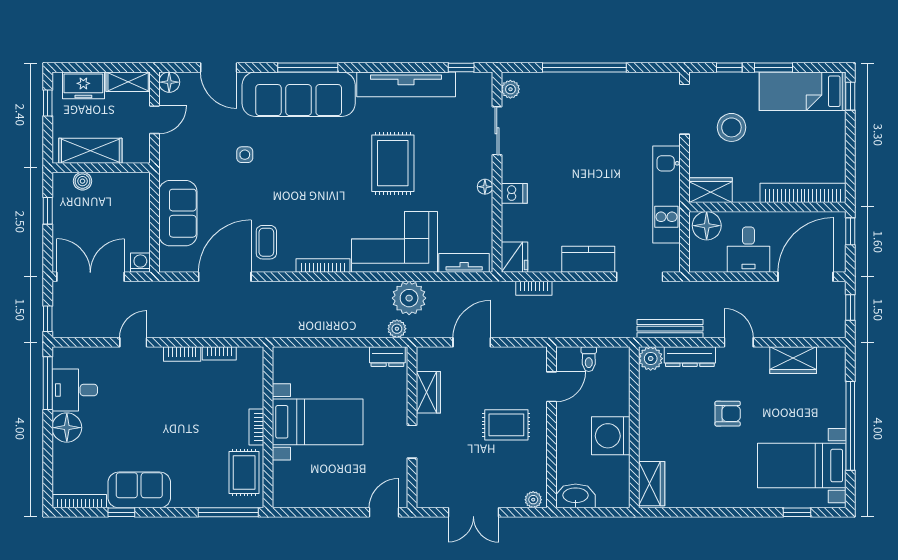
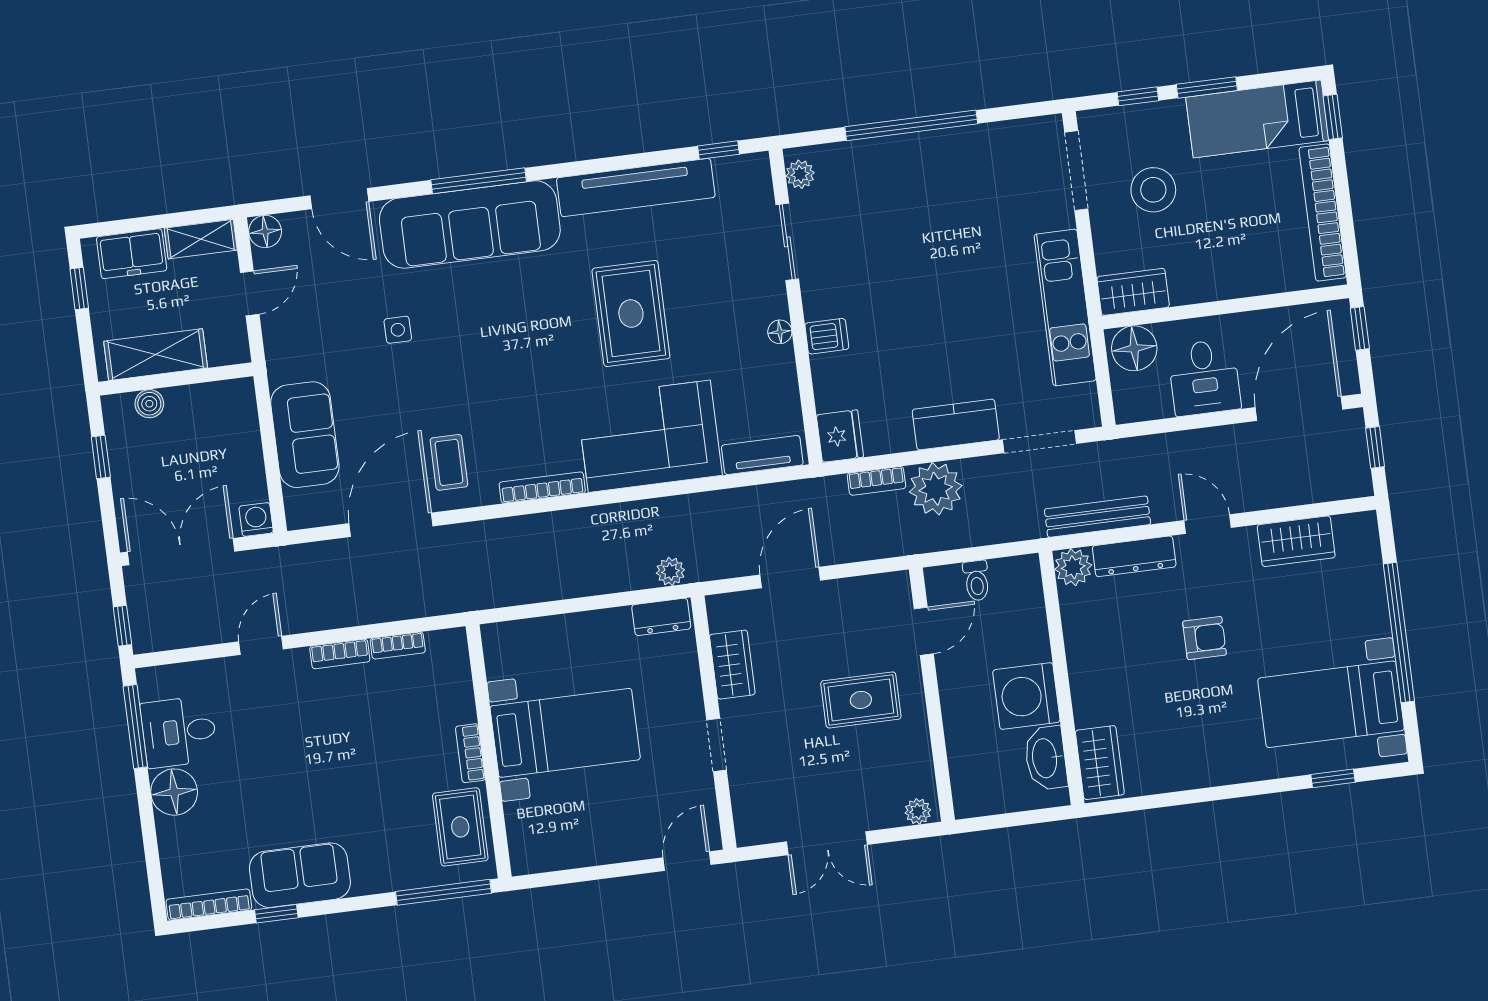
bookcase: (803, 193) -> (1323, 212), moved, turned -90
plant: (409, 298) -> (936, 489), moved
washbasin: (576, 496) -> (1046, 758), moved, turned -90

